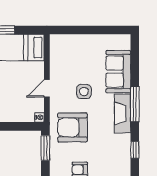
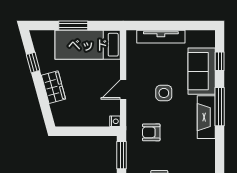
tv unit: (81, 40) -> (161, 37), added
armchair: (72, 127) -> (151, 132), width x0.53, depth x0.53
window: (135, 150) -> (220, 61), moved

